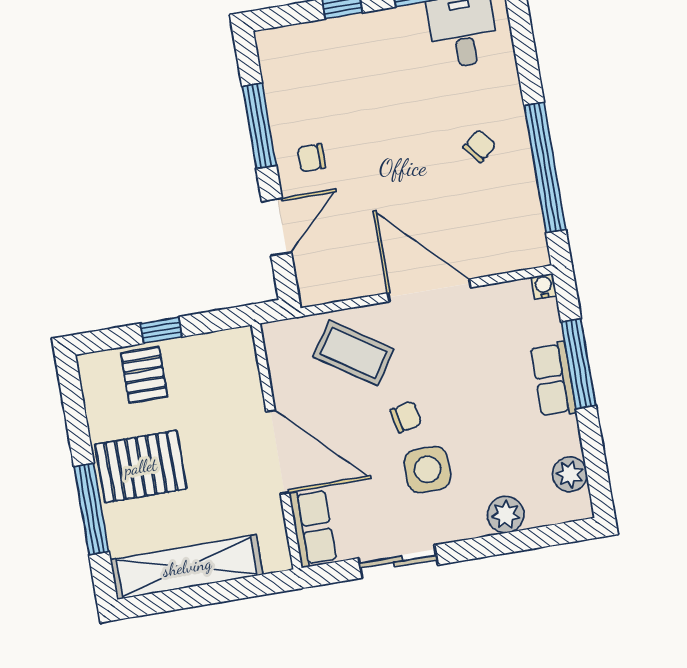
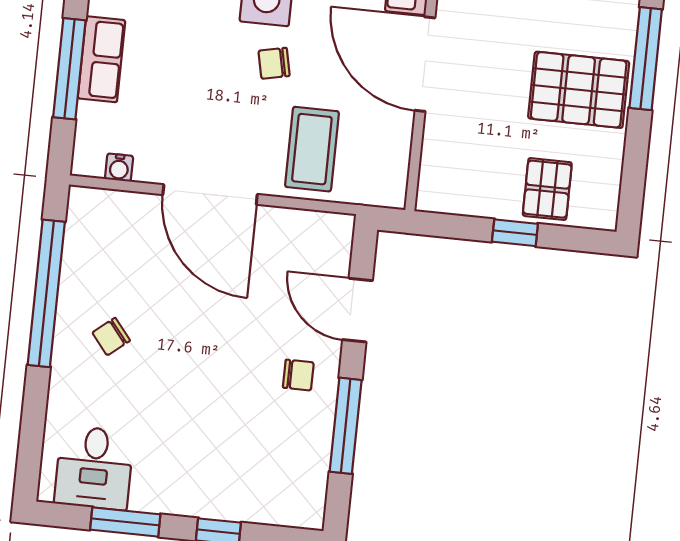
door: (276, 227) -> (358, 310), hinge flipped
water cooler: (544, 286) -> (119, 168), moved
coffee table: (353, 353) -> (312, 149), turned 56

